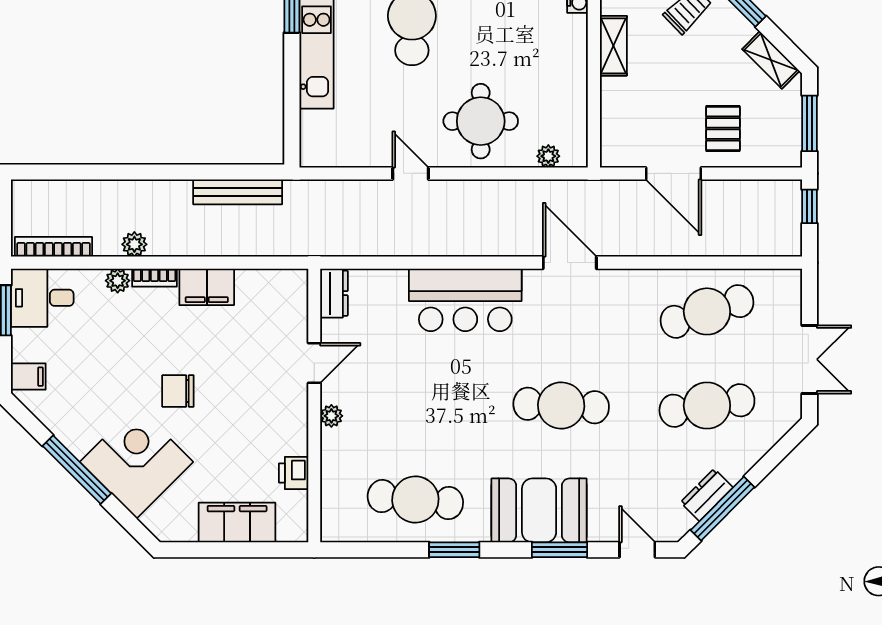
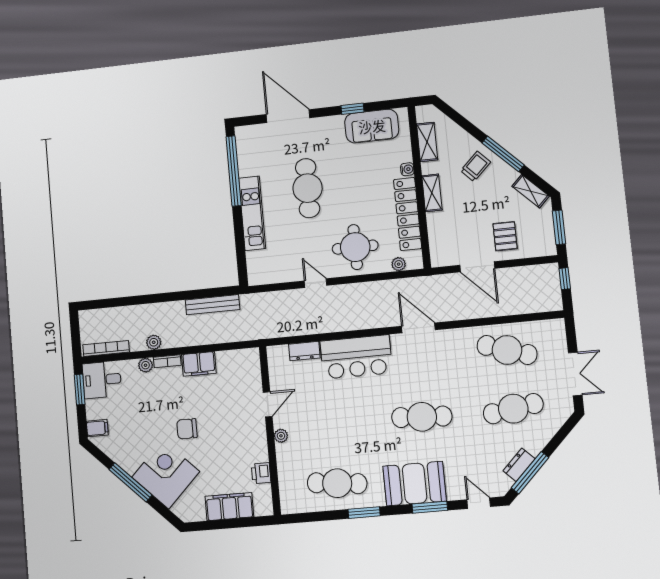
locker: (571, 76) -> (408, 214), added
dresser: (334, 293) -> (304, 351), moved, turned 90
cafe table: (707, 311) -> (507, 350), turned 36

